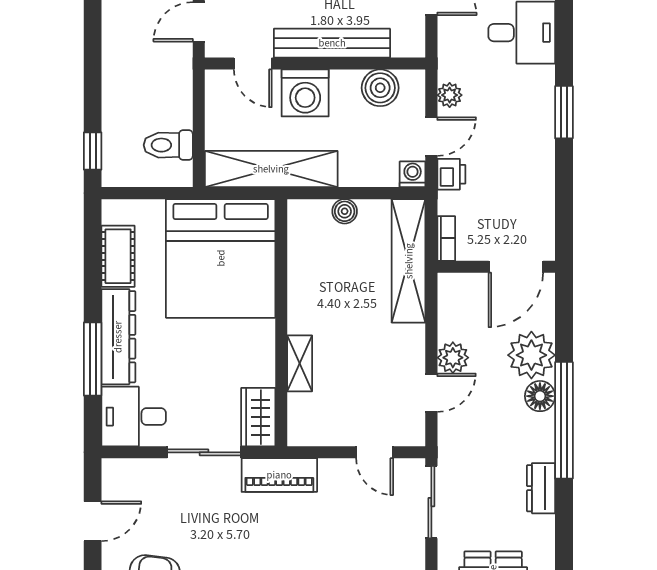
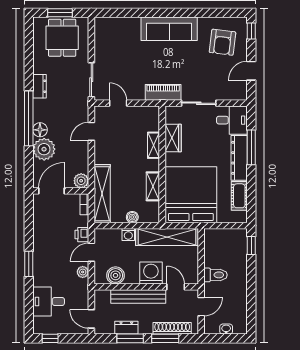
toilet: (168, 145) -> (216, 275), moved
washing machine: (413, 174) -> (128, 235), moved
shelving: (301, 276) -> (153, 186), added
plant: (453, 358) -> (81, 181), moved
wardrobe: (258, 417) -> (173, 138), moved

